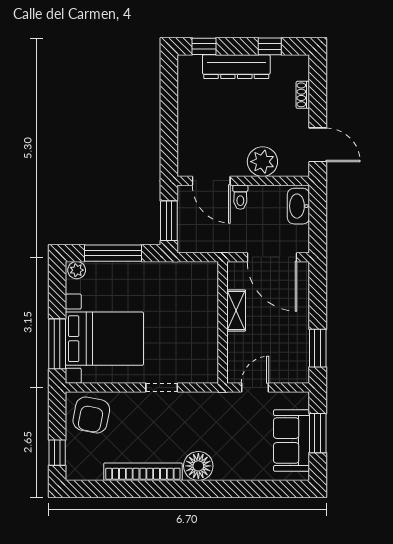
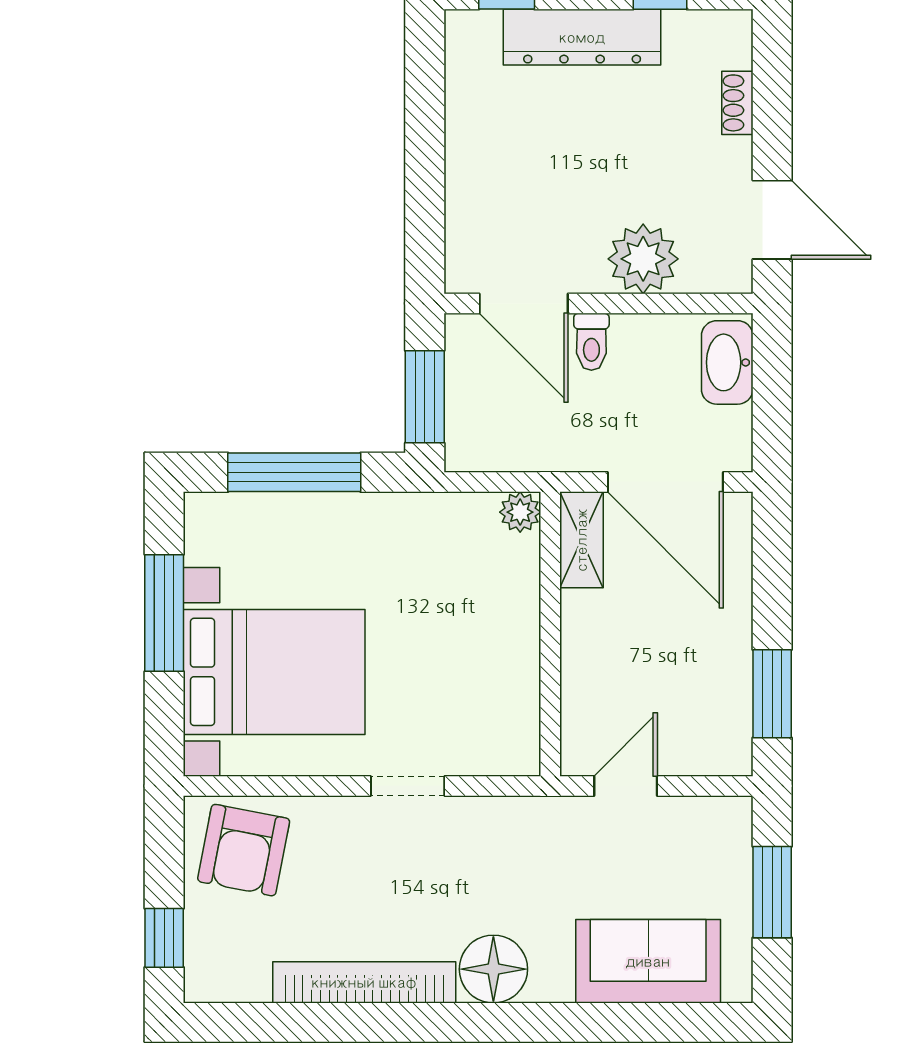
plant: (77, 270) -> (520, 512), moved
shelving: (236, 311) -> (581, 540), moved
window: (57, 344) -> (164, 613), moved
sofa: (292, 440) -> (648, 961), moved, turned 90

